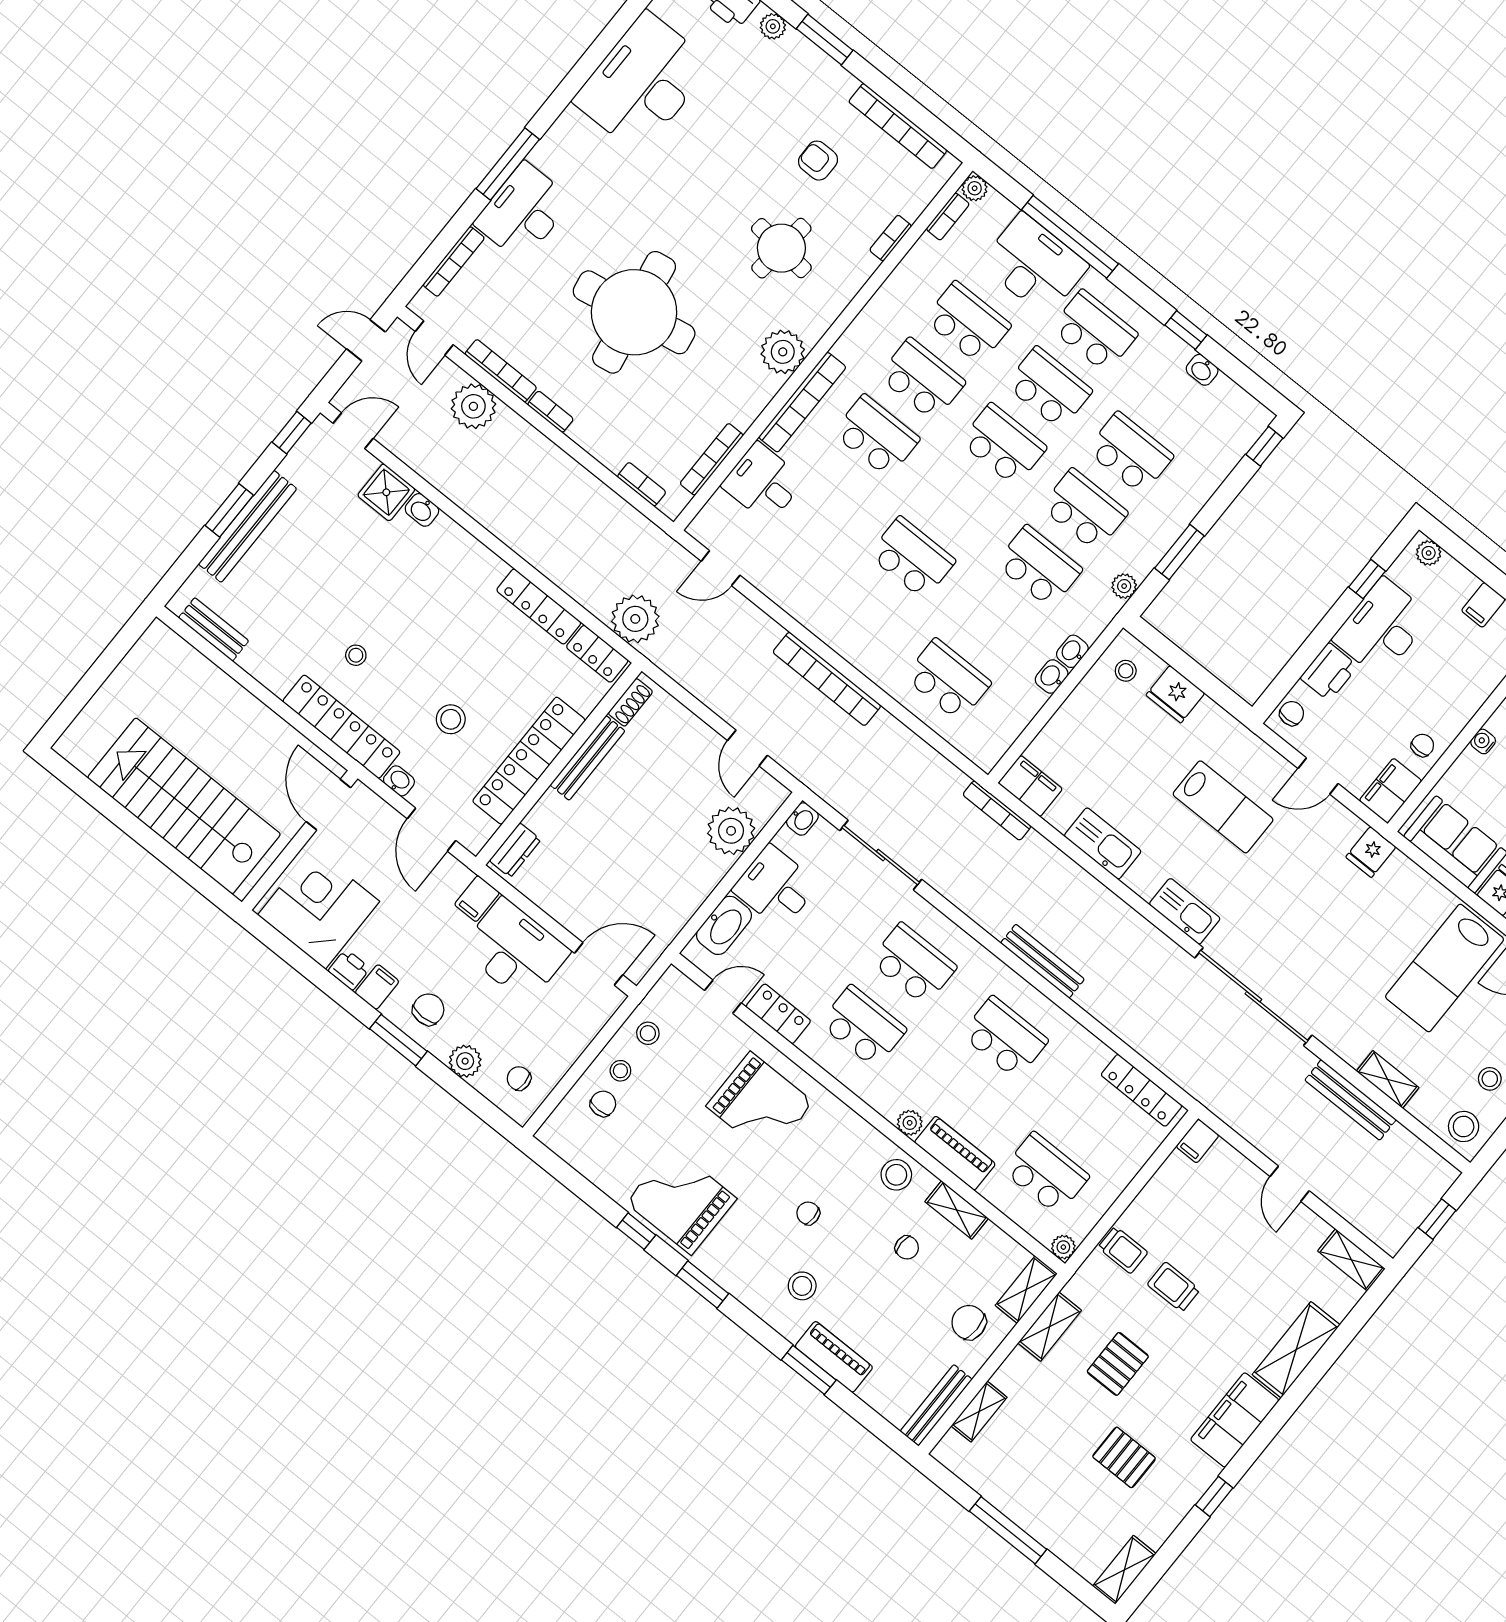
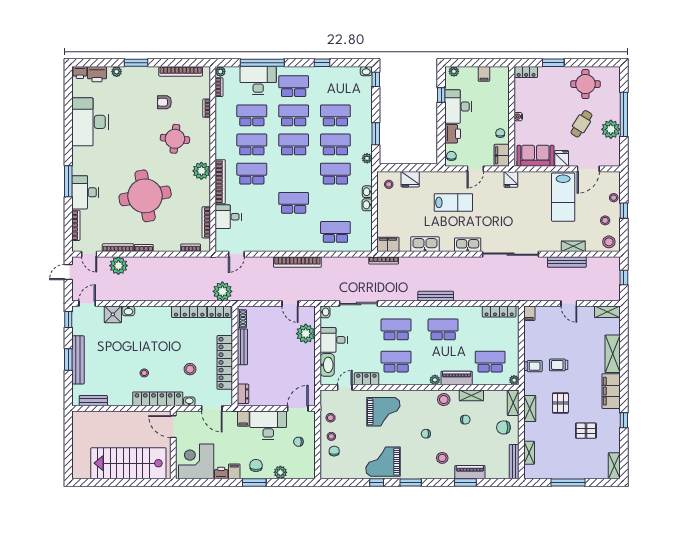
washbasin: (1202, 370) -> (366, 71), moved
chair: (519, 1078) -> (298, 442), moved

